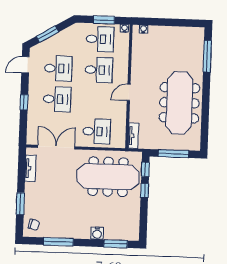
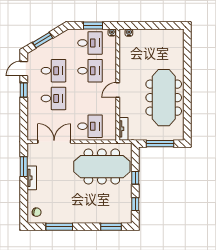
window: (207, 56) -> (187, 55), removed
window: (24, 102) -> (24, 90), moved
tv unit: (30, 168) -> (32, 178), moved
window: (145, 169) -> (135, 204), moved
window: (20, 204) -> (24, 167), moved
water cooler: (97, 233) -> (94, 218), removed

